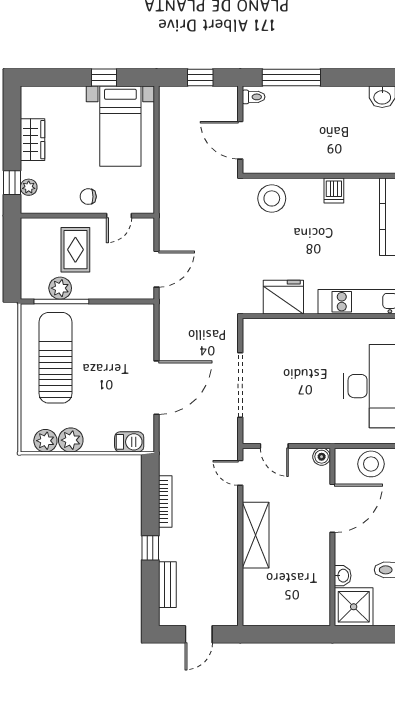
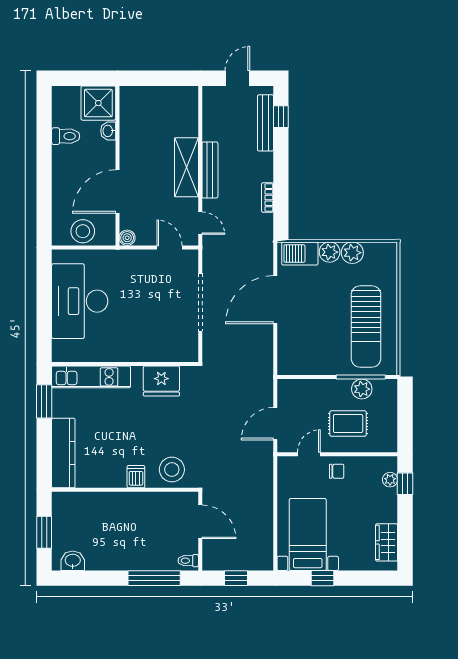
wardrobe: (33, 140) -> (387, 542), moved
dishwasher: (334, 190) -> (136, 477), moved
rug: (75, 250) -> (348, 424), turned 90
door: (156, 269) -> (275, 424), moved
plant: (45, 441) -> (330, 252), moved
barbecue: (129, 442) -> (300, 253), width x1.38, depth x1.27
bookcase: (165, 501) -> (268, 198), width x0.64
bench: (229, 532) -> (210, 170), added
window: (150, 548) -> (281, 117), moved
bench: (167, 585) -> (266, 123), width x1.36

